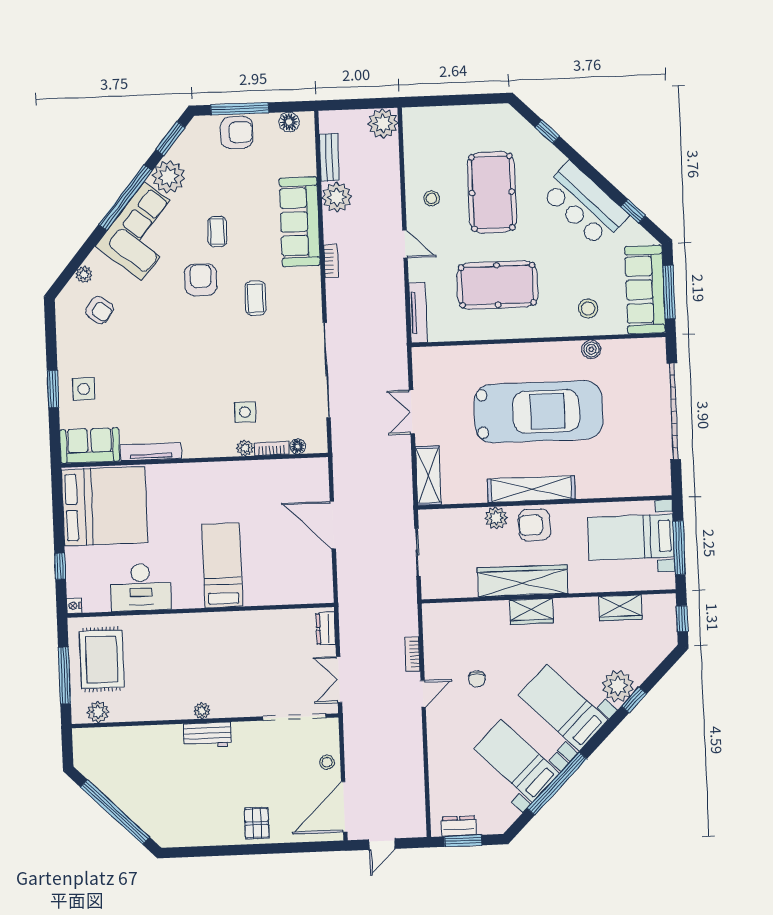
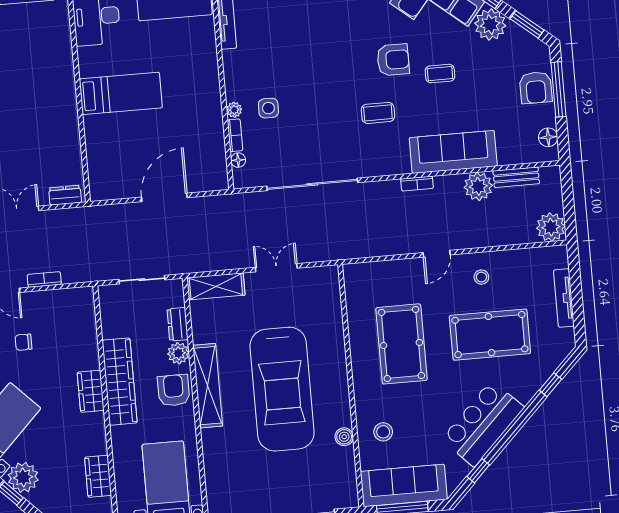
tv unit: (418, 313) -> (564, 298), moved, turned 90
dresser: (466, 517) -> (178, 324), added

